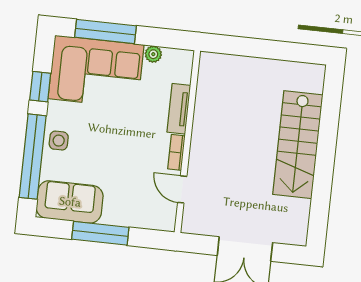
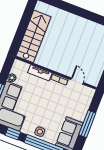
stairs: (298, 145) -> (34, 36), moved, turned -90
door: (182, 189) -> (77, 81), swing flipped

